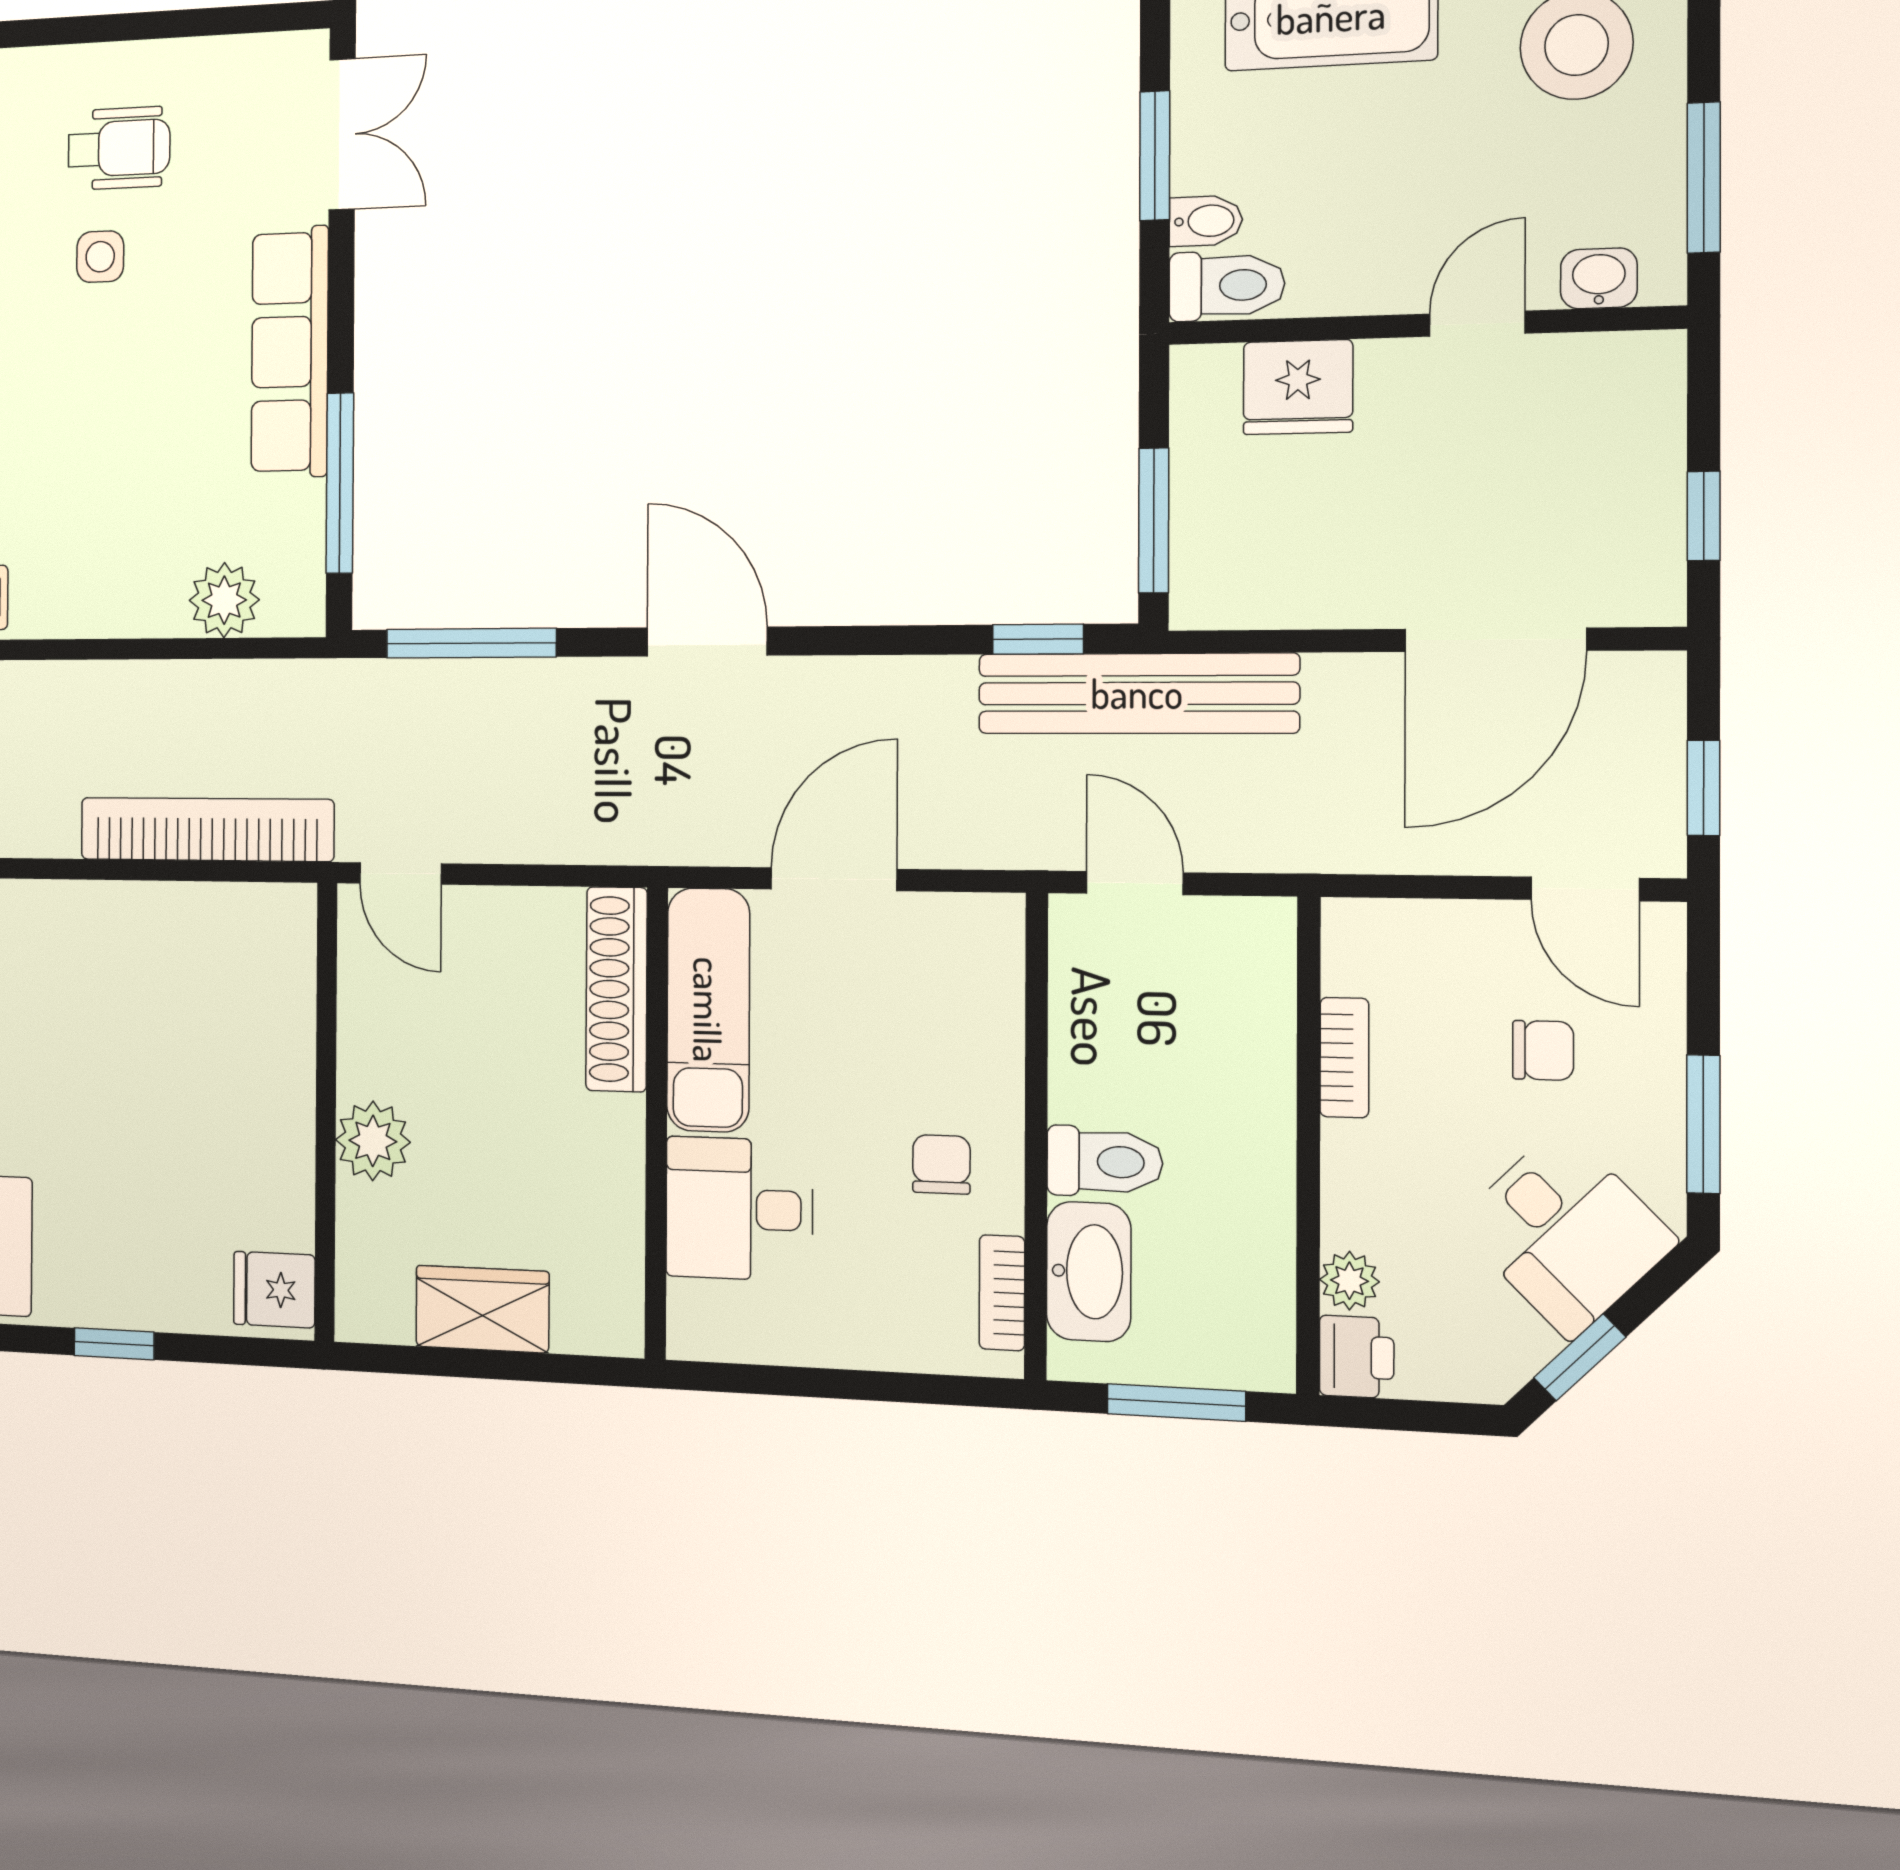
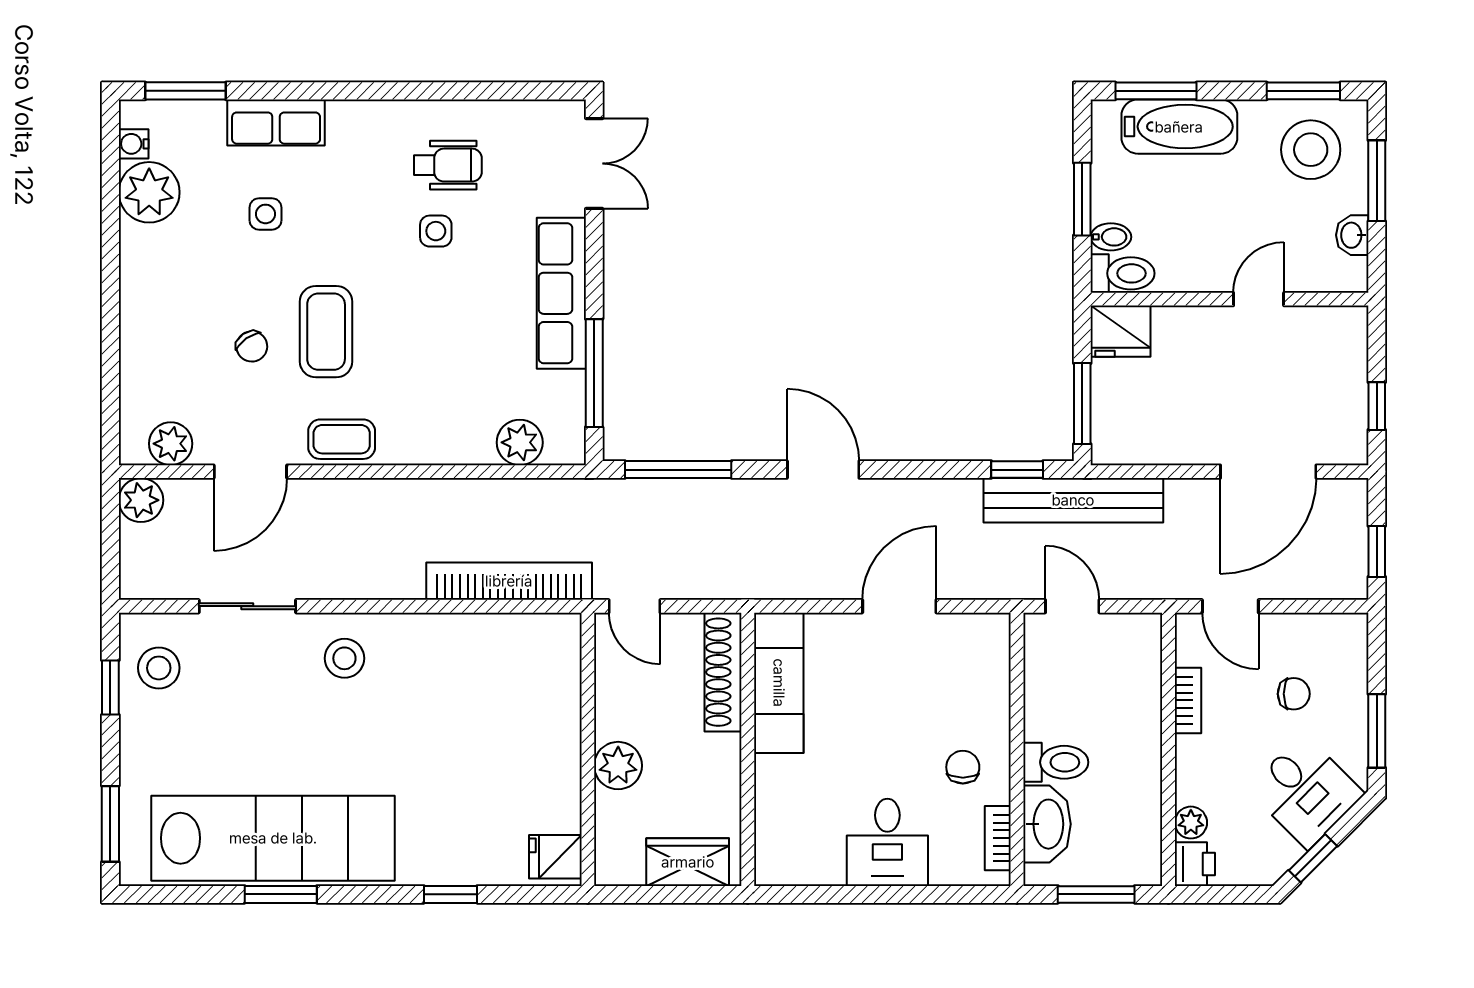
window: (1704, 178) -> (1377, 181), moved
washbasin: (1599, 278) -> (1352, 235), moved, turned -90
fridge: (1298, 387) -> (1120, 331), moved
door: (1585, 889) -> (1230, 606), moved
shoe rack: (617, 989) -> (723, 672), moved
exam couch: (708, 1010) -> (779, 683), moved
wall: (656, 1123) -> (748, 749), moved
desk: (739, 1209) -> (887, 842), moved, turned -90

